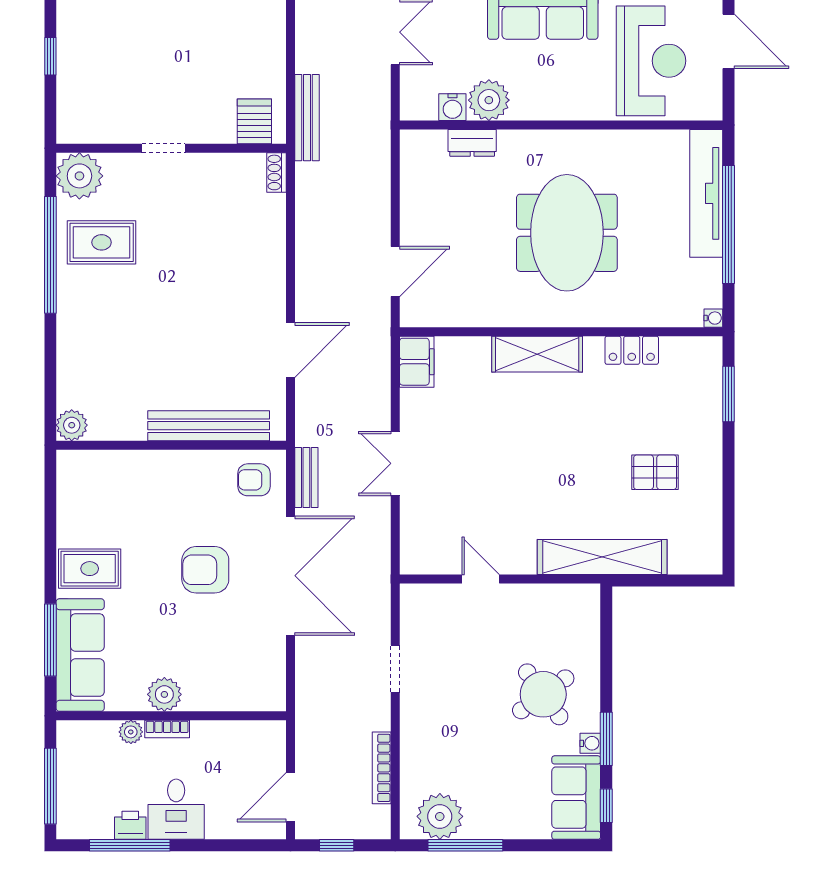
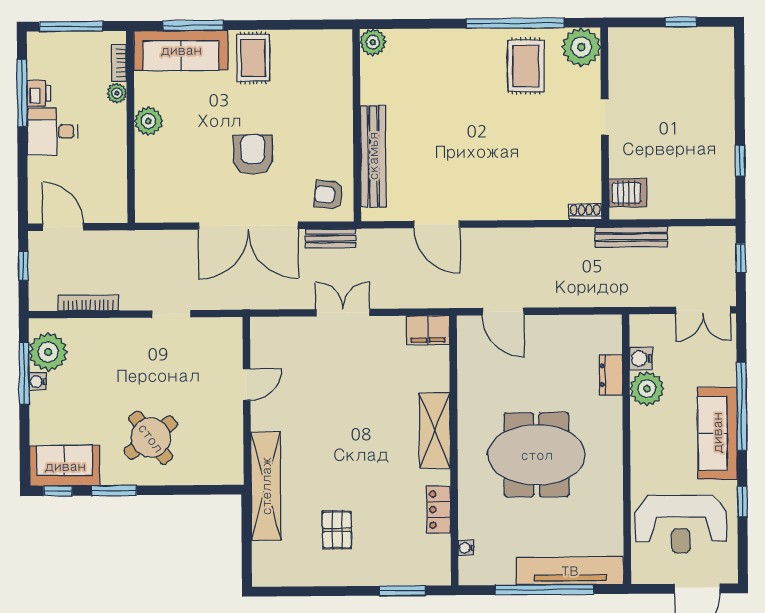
water cooler: (713, 318) -> (466, 548), moved, turned 90
armchair: (254, 480) -> (328, 195), turned -84
bookcase: (167, 729) -> (119, 63), moved
water cooler: (590, 743) -> (37, 382), moved, turned 90

